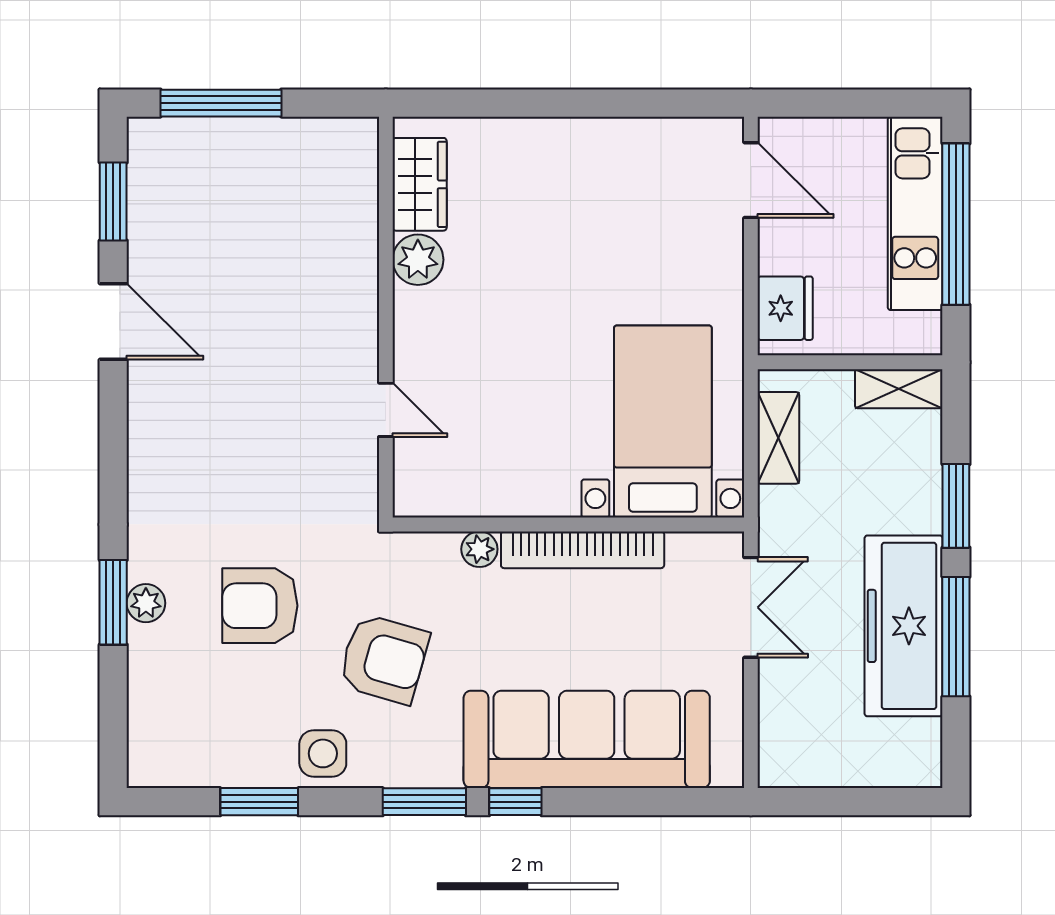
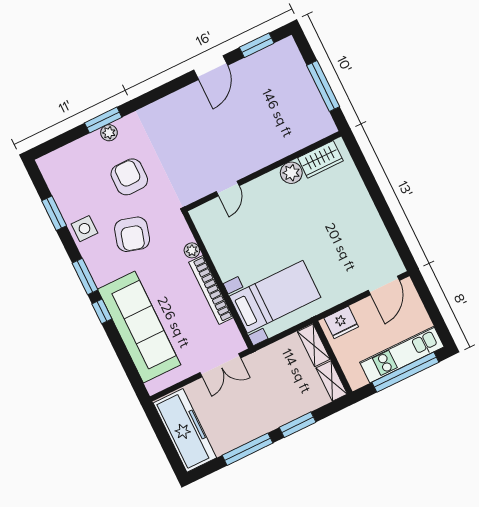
window: (221, 103) -> (323, 86), moved
shelving: (778, 438) -> (314, 345), moved, turned 90
freezer: (904, 626) -> (185, 430), moved, turned 90

